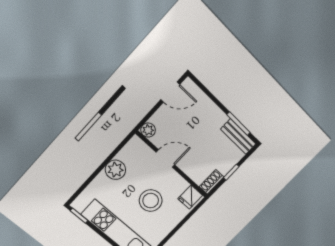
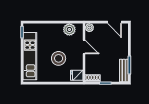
plant: (115, 170) -> (69, 29), moved

